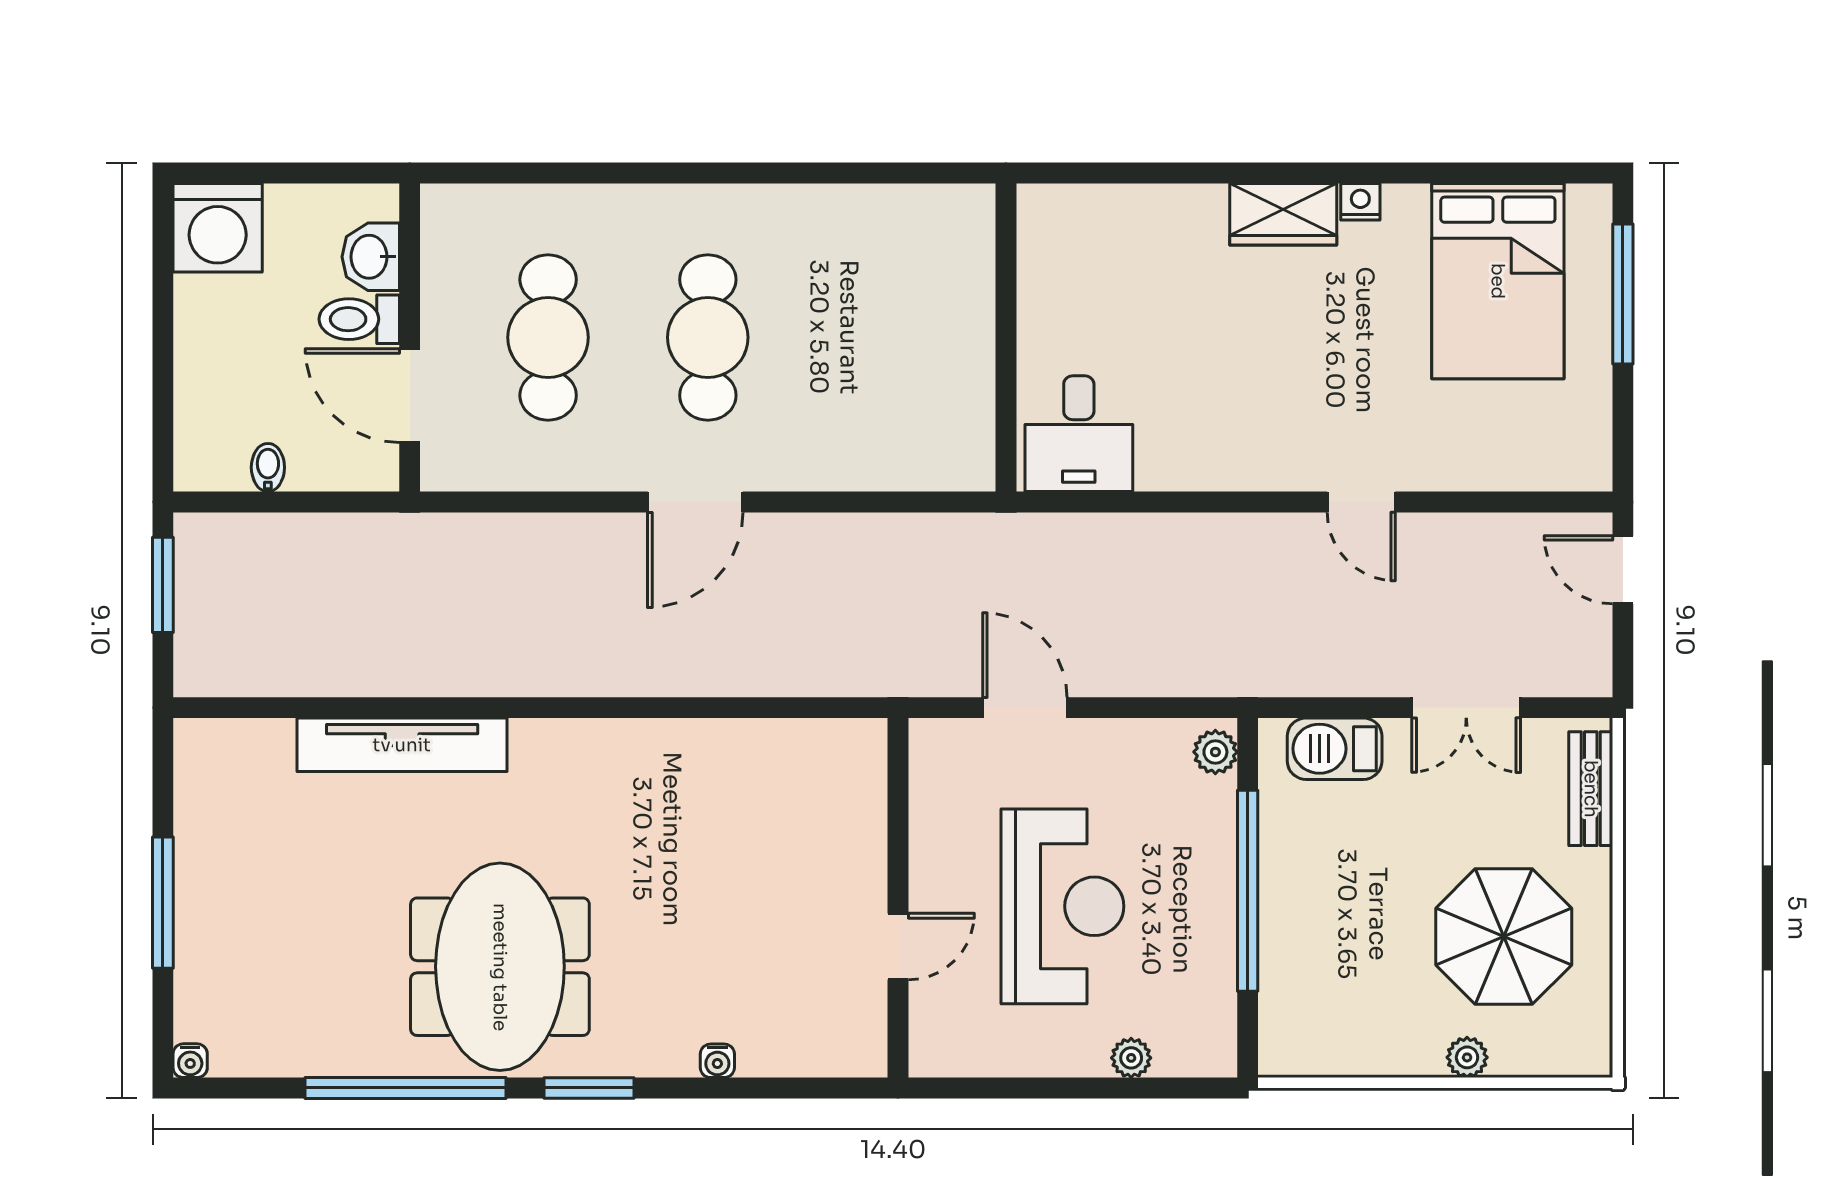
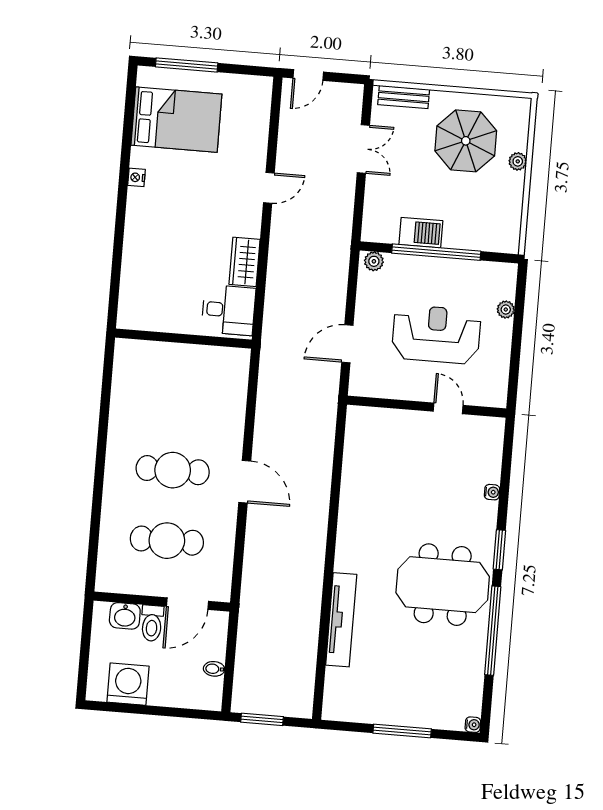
wardrobe: (1283, 214) -> (245, 262), moved, turned 180
washing machine: (218, 228) -> (128, 684), moved, turned -90
barbecue: (1335, 749) -> (421, 233), moved, turned -90

